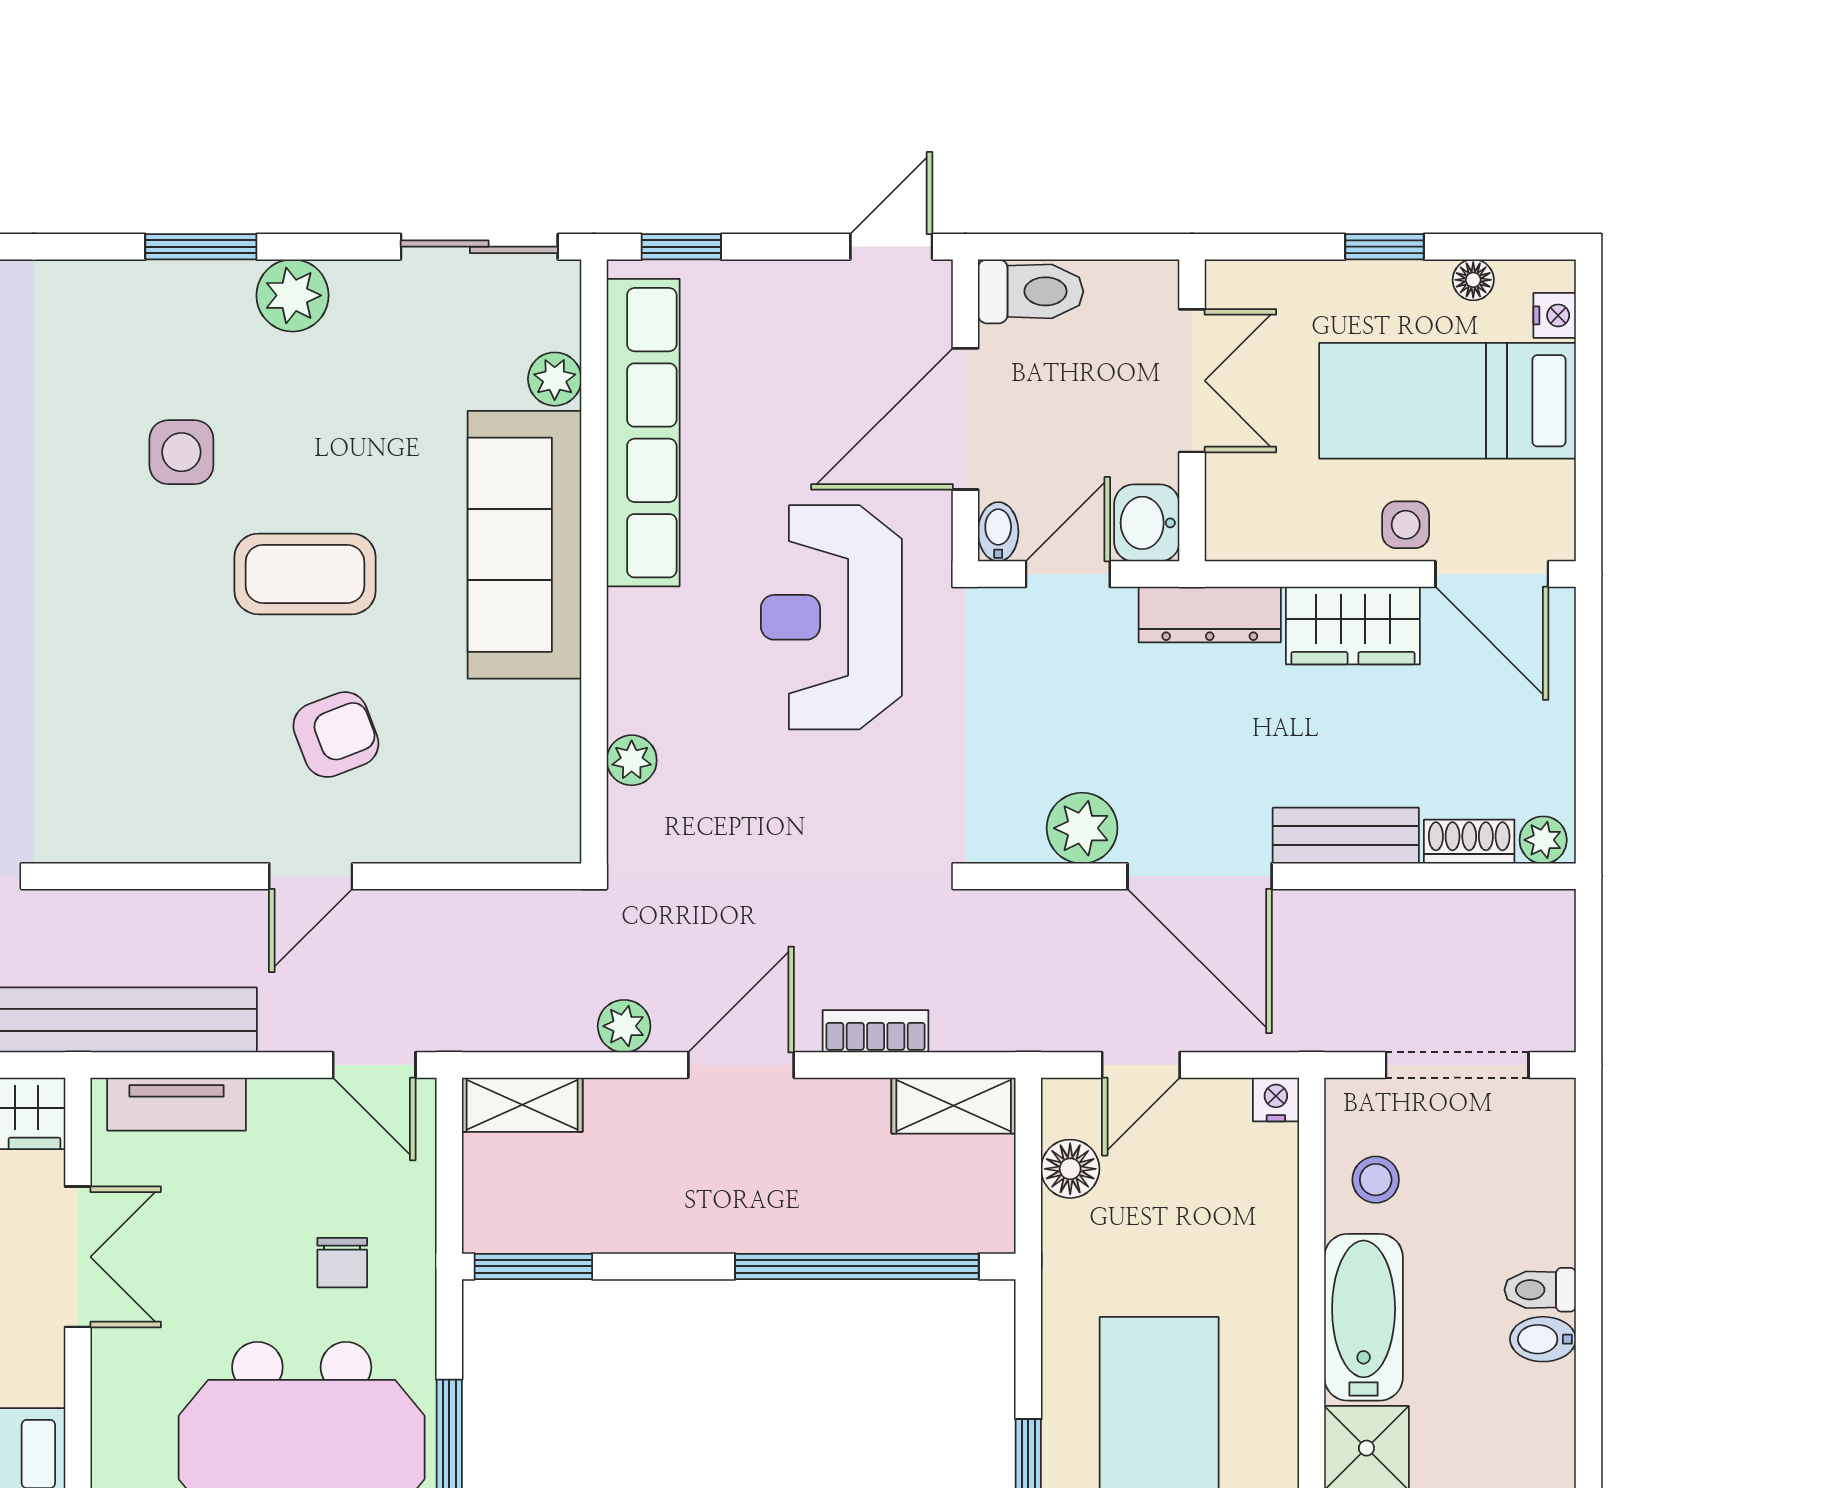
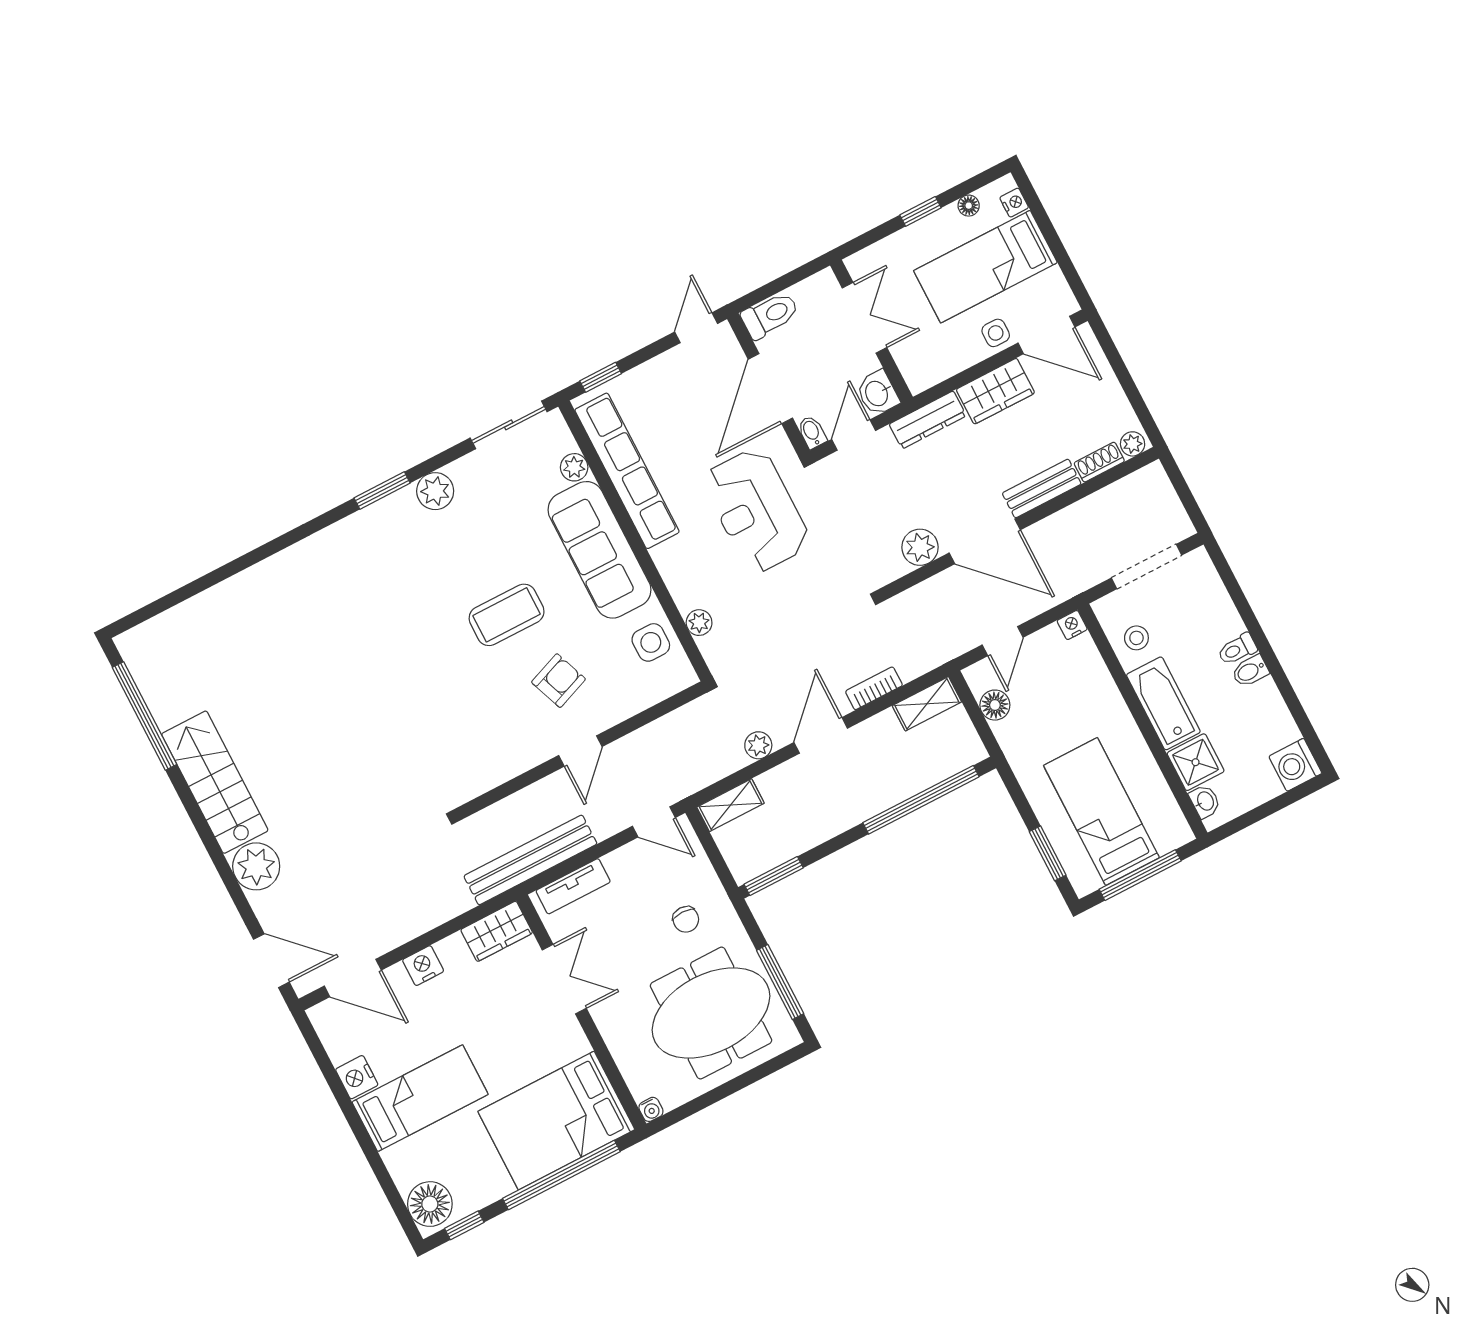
side table: (181, 452) -> (651, 642), moved

